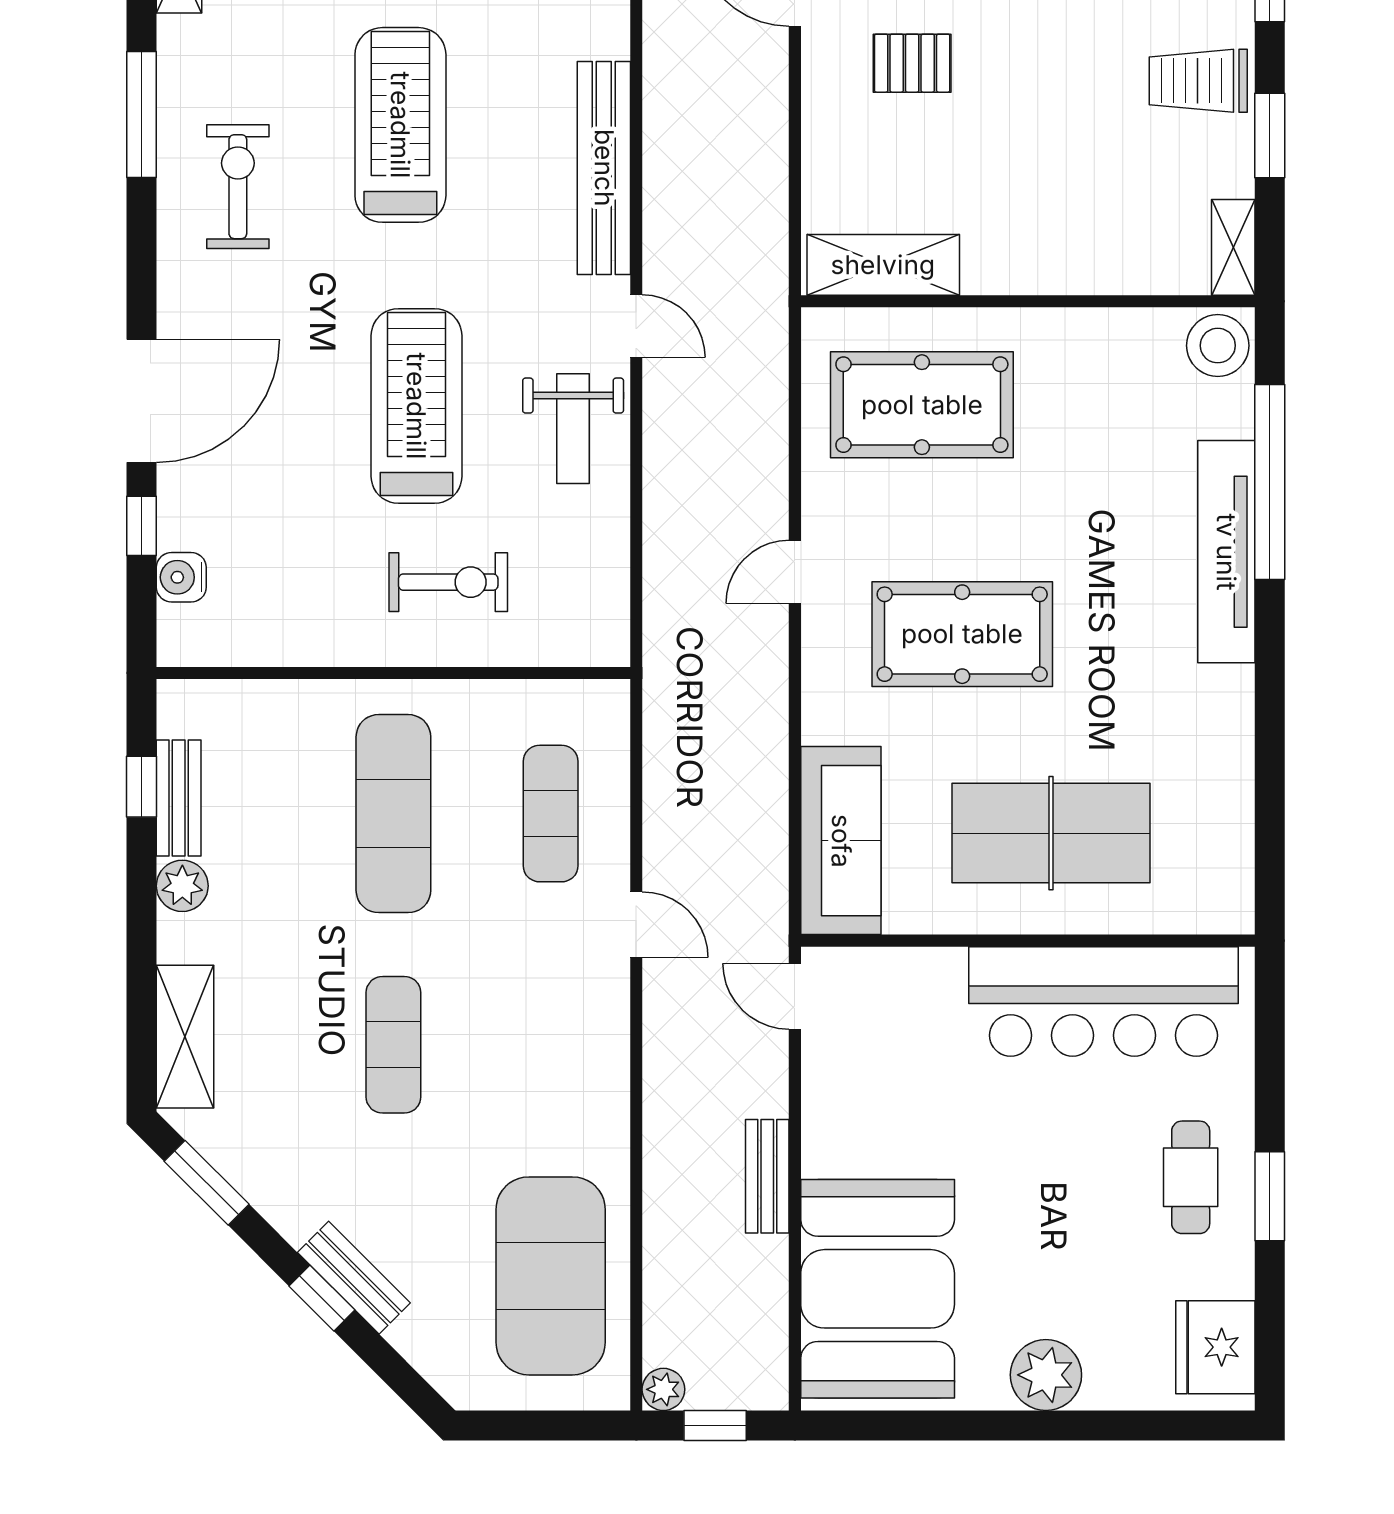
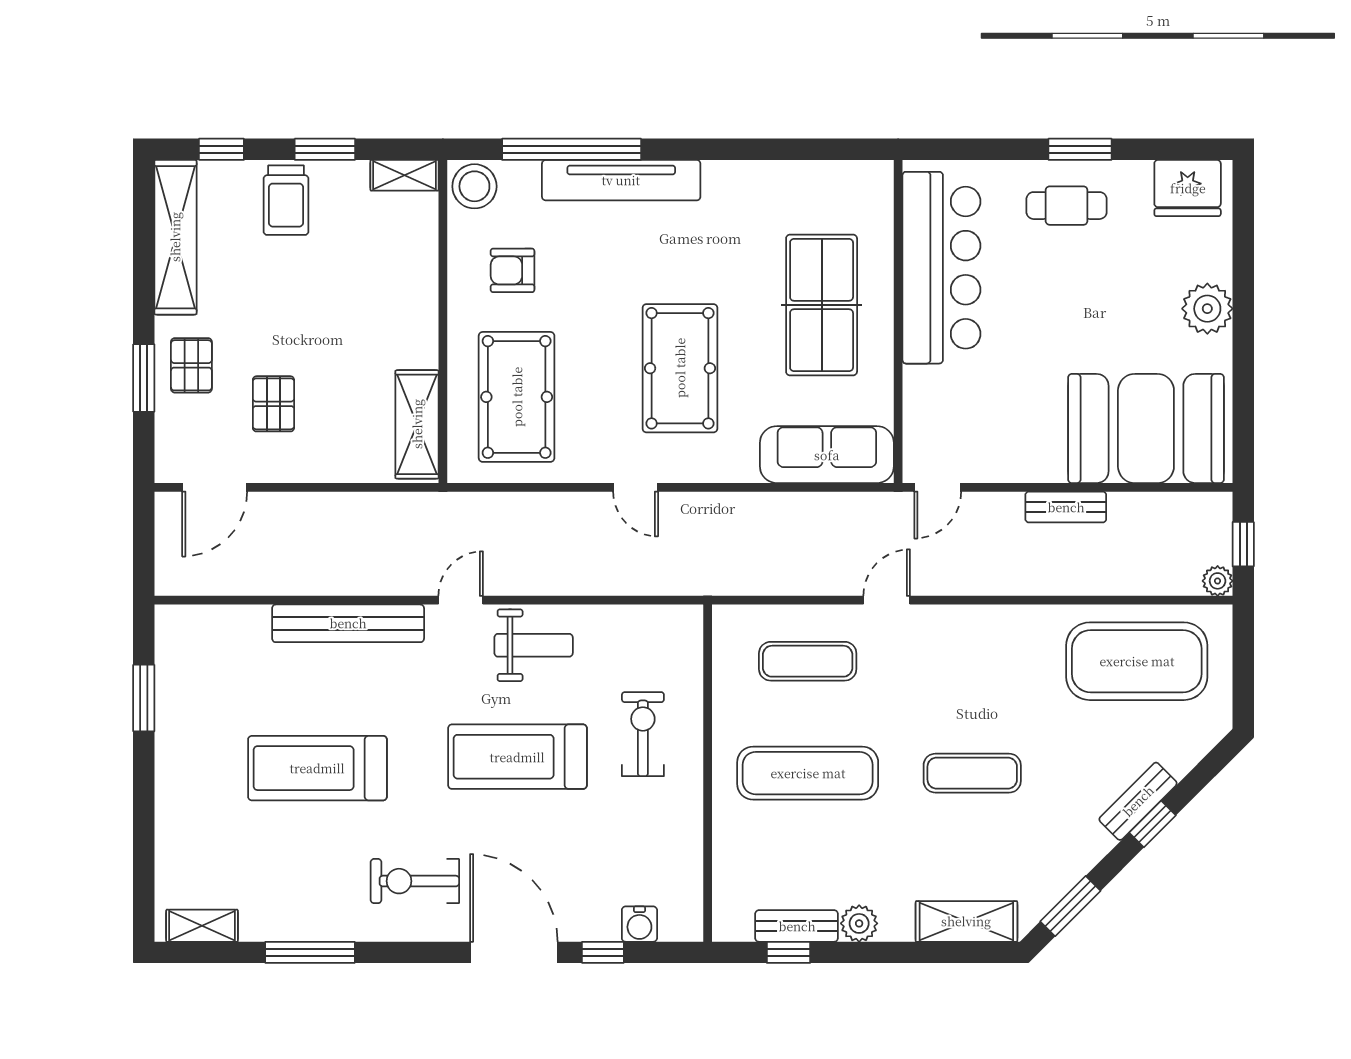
exercise bike: (238, 187) -> (415, 881), moved
armchair: (1100, 399) -> (513, 270), added

